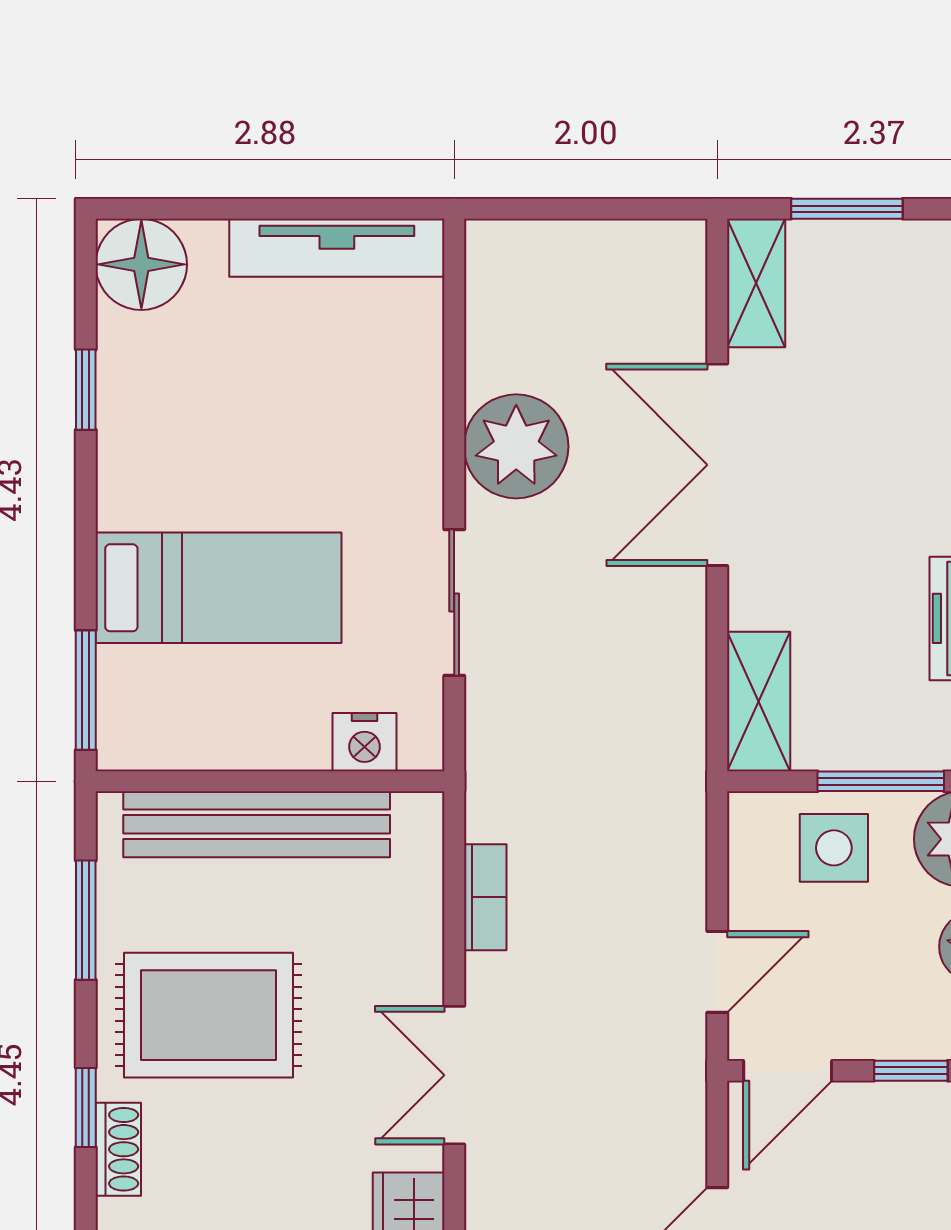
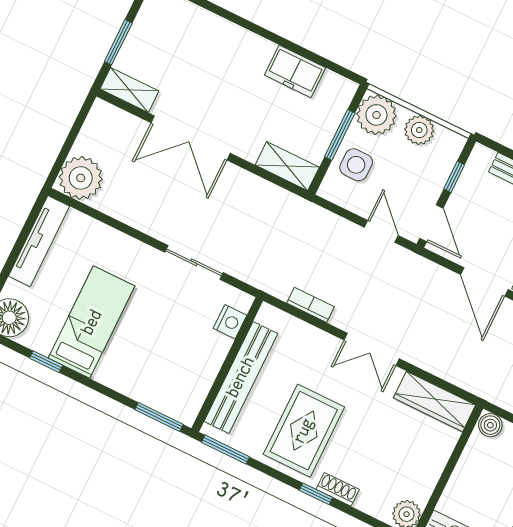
plant: (516, 446) -> (81, 178), moved
bed: (218, 588) -> (92, 322), moved
window: (86, 920) -> (225, 450), moved

